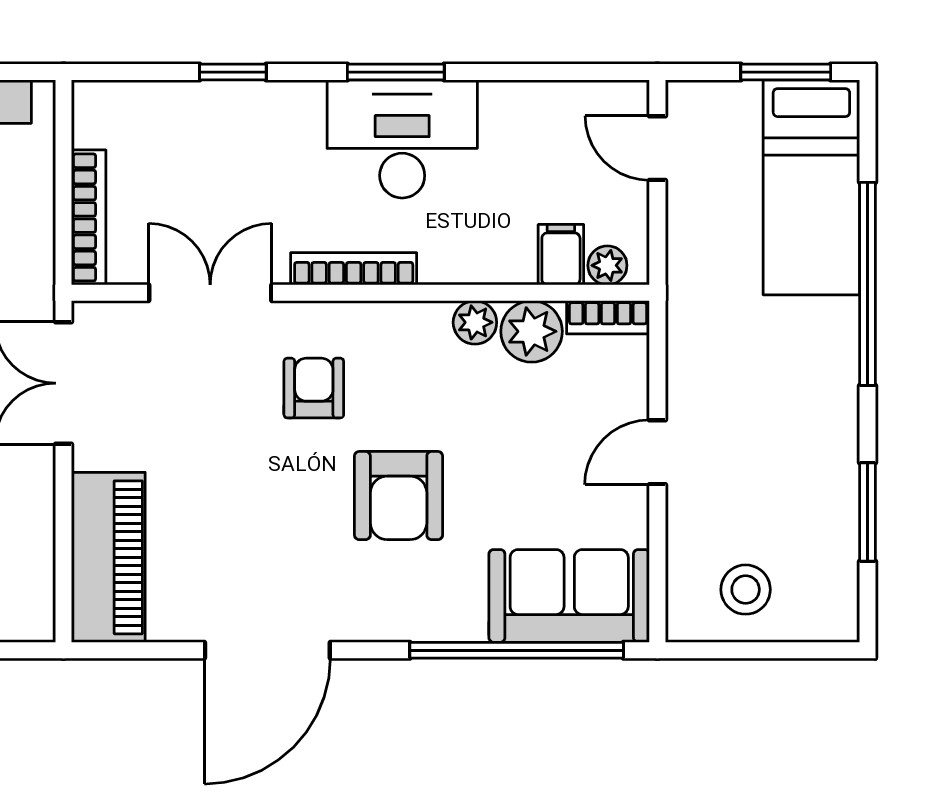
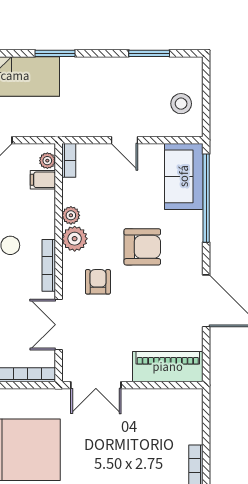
window: (868, 284) -> (55, 53), width x0.47
plant: (532, 331) -> (75, 239), moved
armchair: (314, 388) -> (98, 282), turned 90

